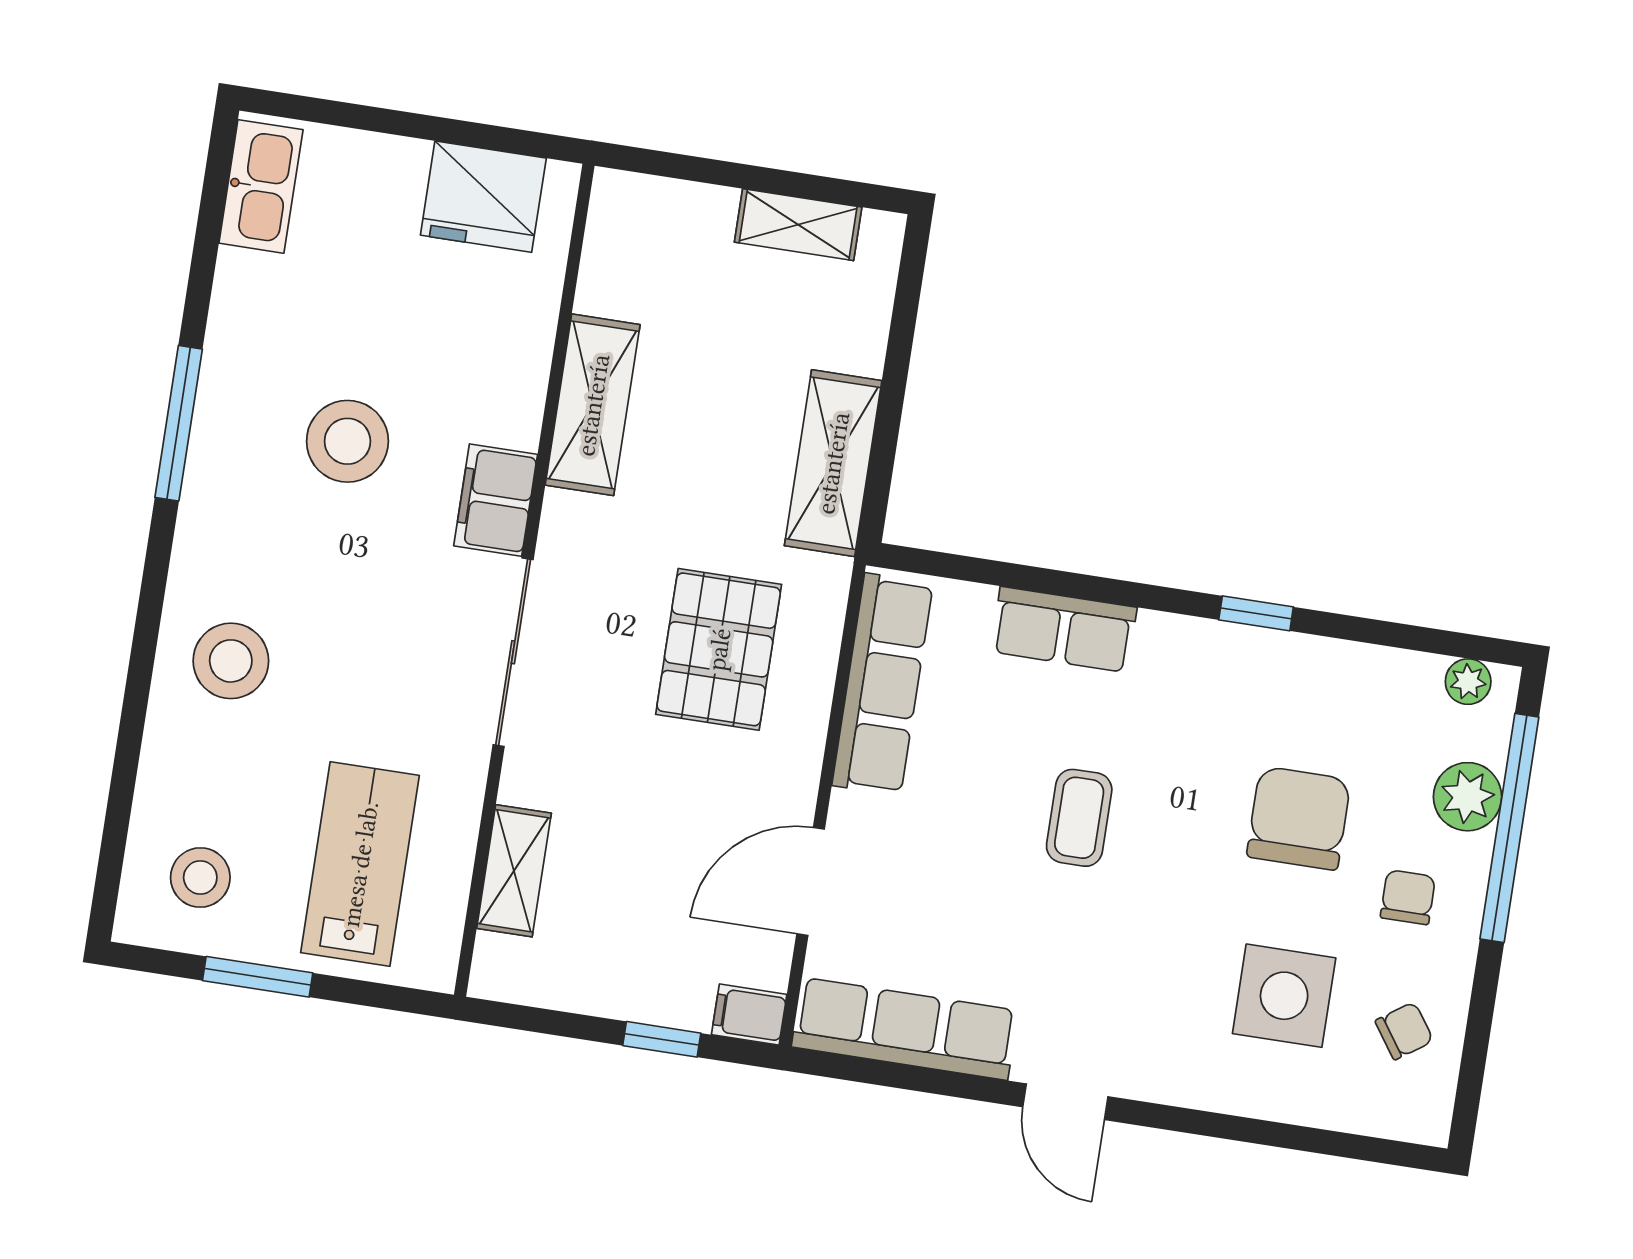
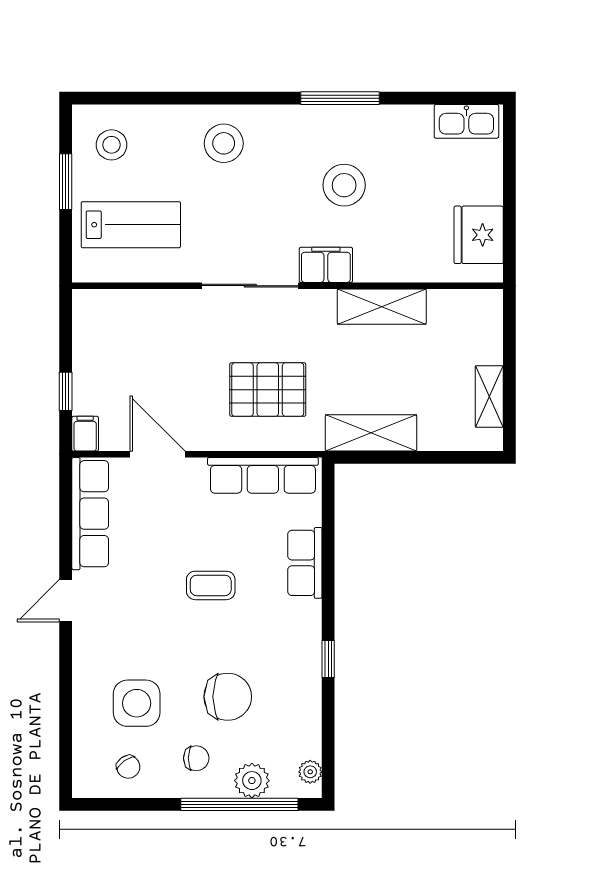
shelving: (514, 871) -> (140, 303), removed

